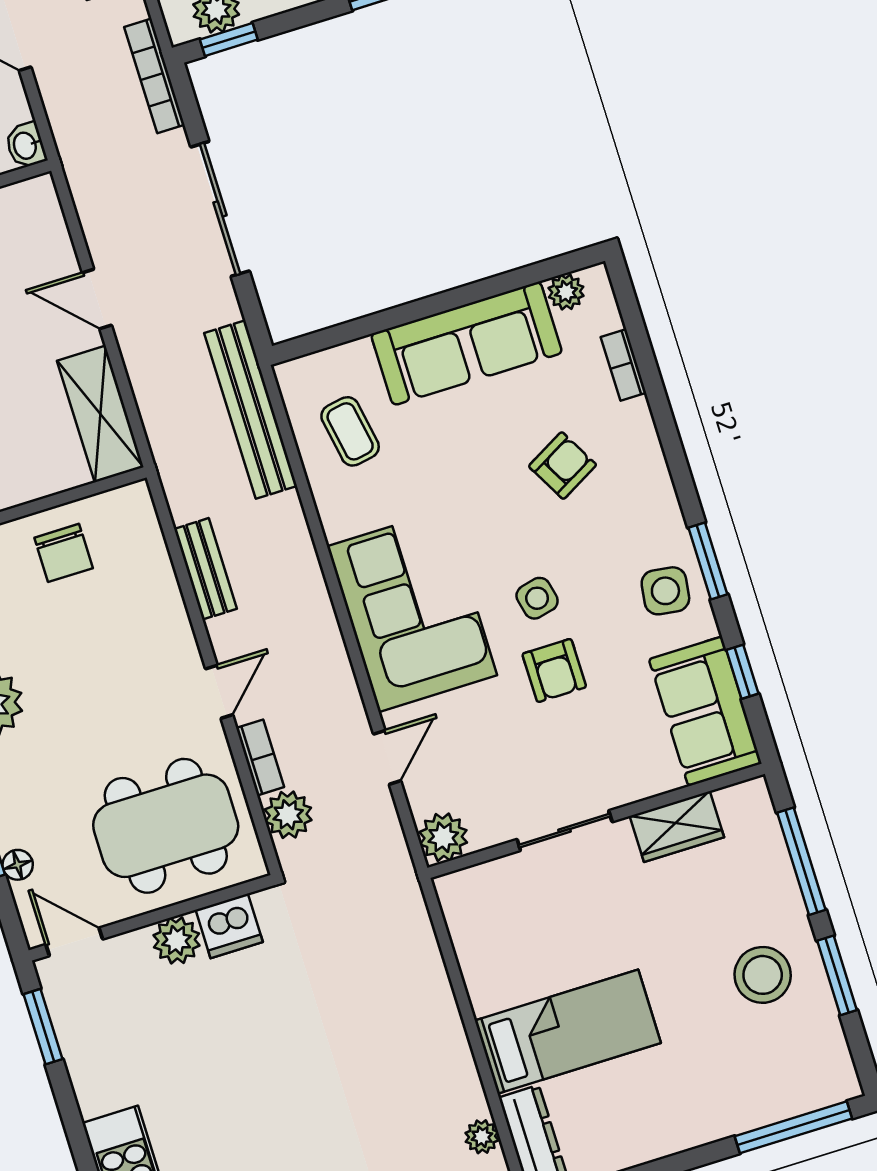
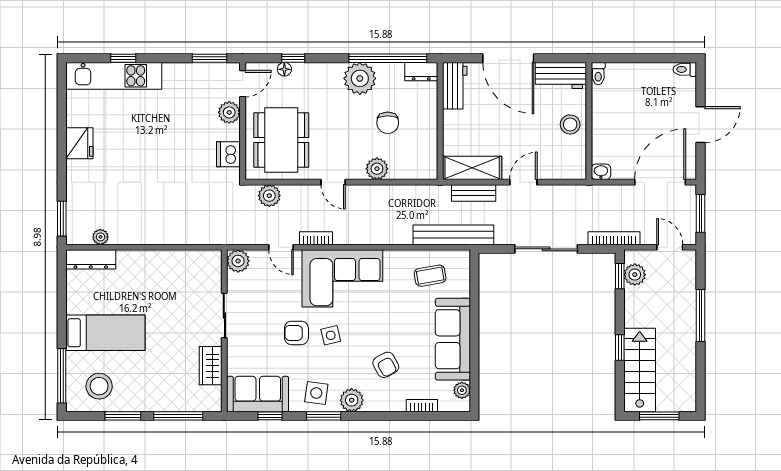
plant: (657, 513) -> (352, 400), added
chair: (64, 553) -> (388, 123), moved, turned -90
bench: (205, 569) -> (474, 193), moved
plant: (163, 610) -> (377, 169), added
bookcase: (260, 758) -> (316, 238), moved, turned 180
plant: (177, 940) -> (229, 112), moved
stool: (763, 975) -> (99, 386), moved
bed: (568, 1032) -> (105, 333), moved, turned -90

